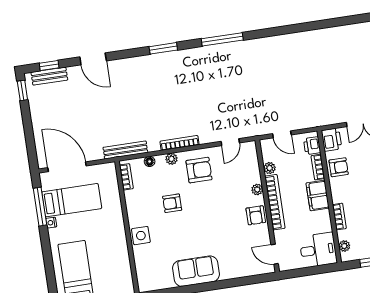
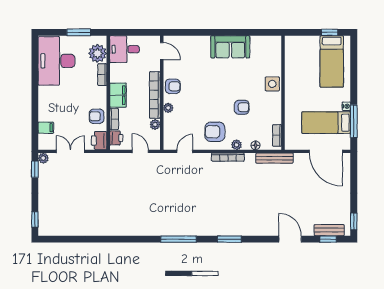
armchair: (256, 215) -> (173, 86), turned 90
plant: (344, 246) -> (98, 53), width x1.87, depth x1.87

